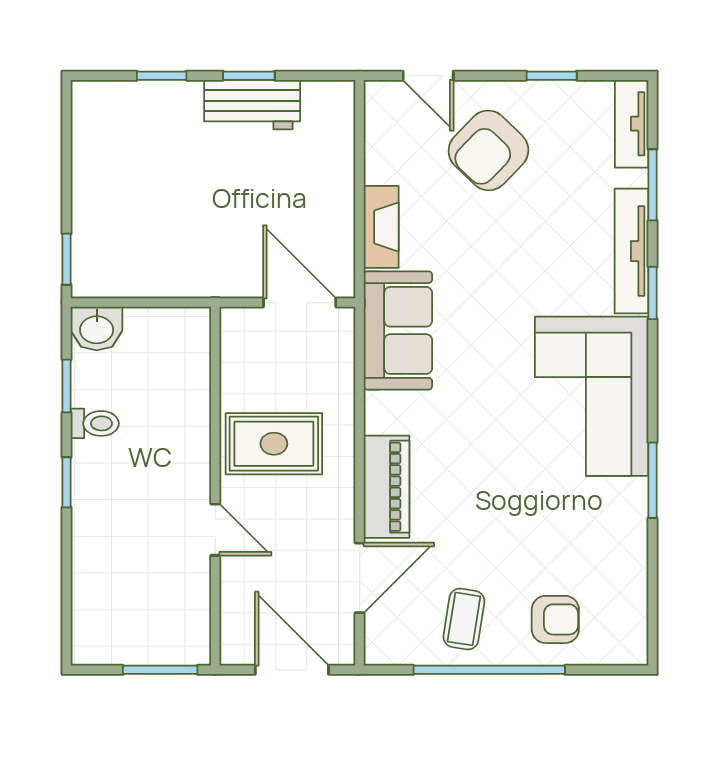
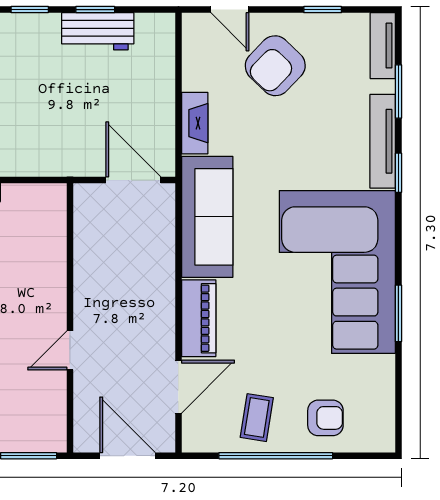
sofa: (398, 330) -> (207, 217), width x1.36
corner sofa: (592, 396) -> (337, 272), width x1.36, depth x1.36
rug: (274, 444) -> (114, 286), removed
door: (215, 530) -> (70, 350), swing flipped

